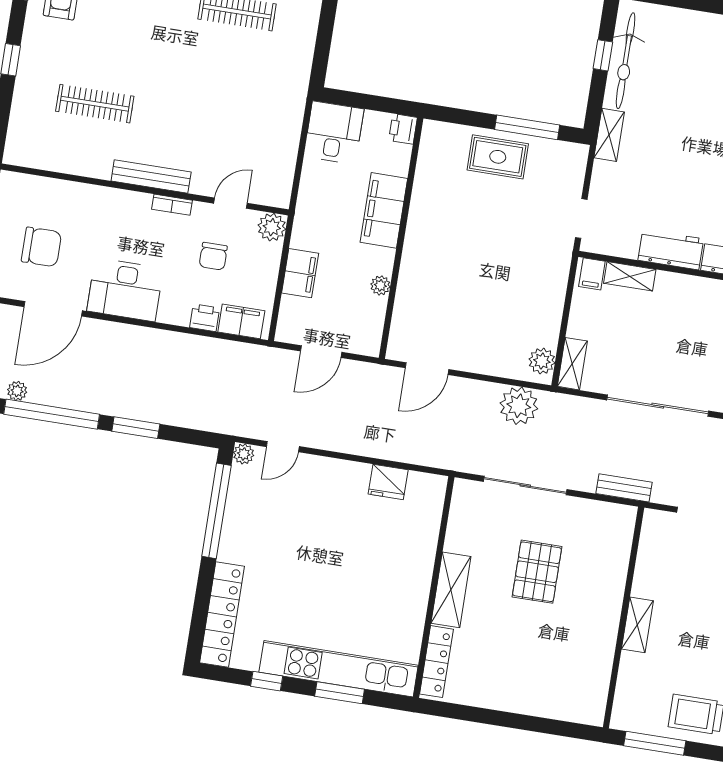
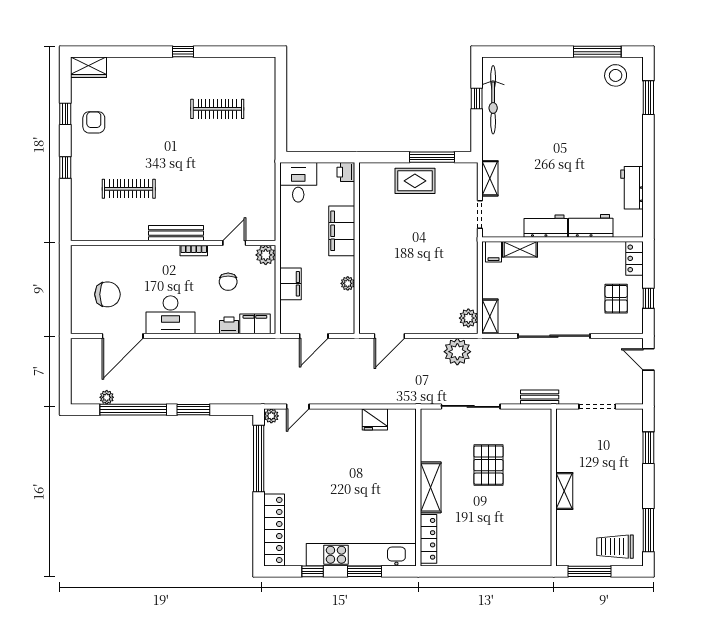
shelving: (609, 135) -> (490, 178), moved

